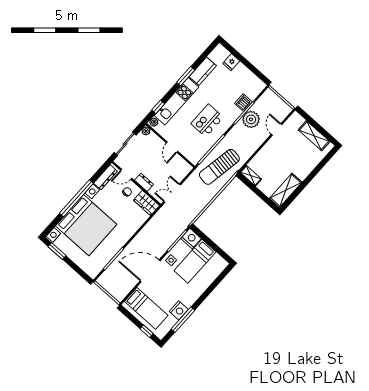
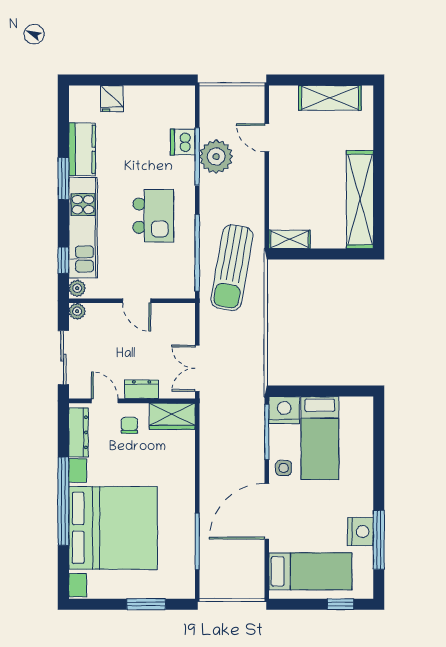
kitchen island: (207, 121) -> (153, 216), turned 180
door: (126, 174) -> (105, 401), swing flipped
shelving: (286, 190) -> (360, 199), width x1.47
window: (57, 251) -> (146, 604), moved

